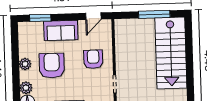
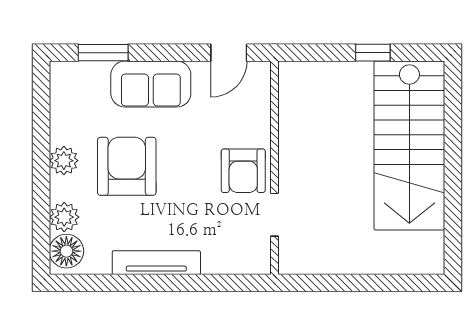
window: (154, 14) -> (373, 53), width x0.46
armchair: (93, 59) -> (243, 171), moved, turned 180

